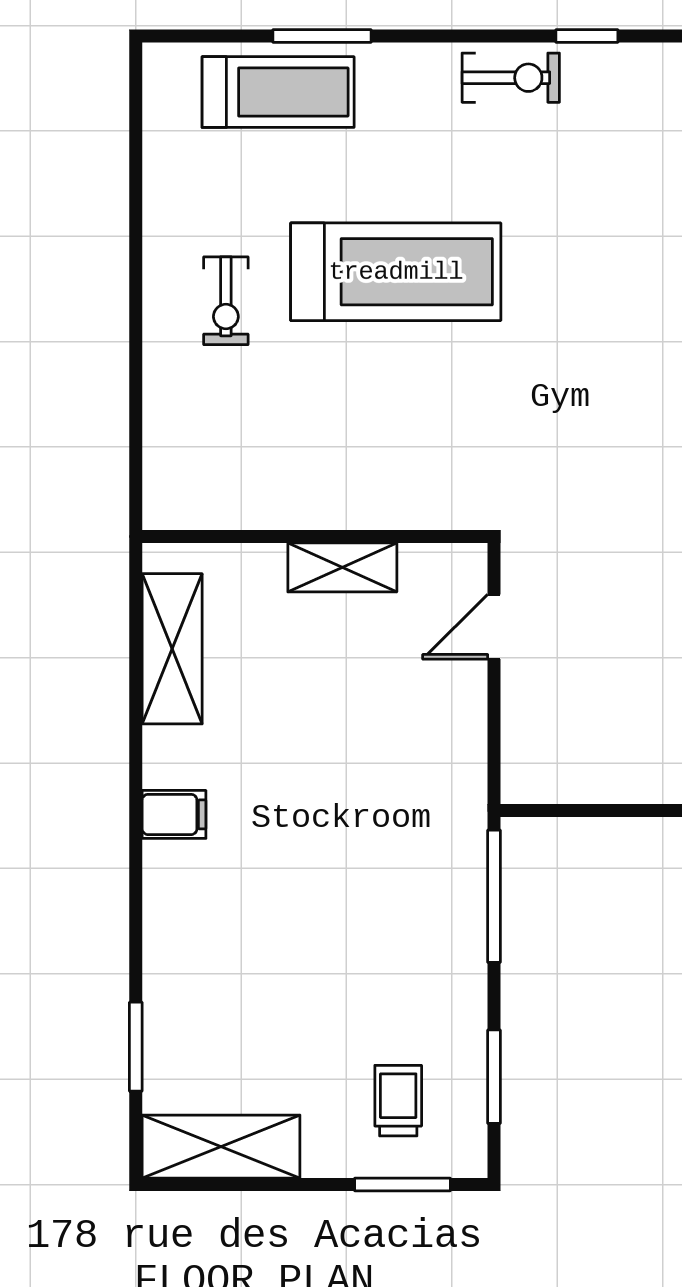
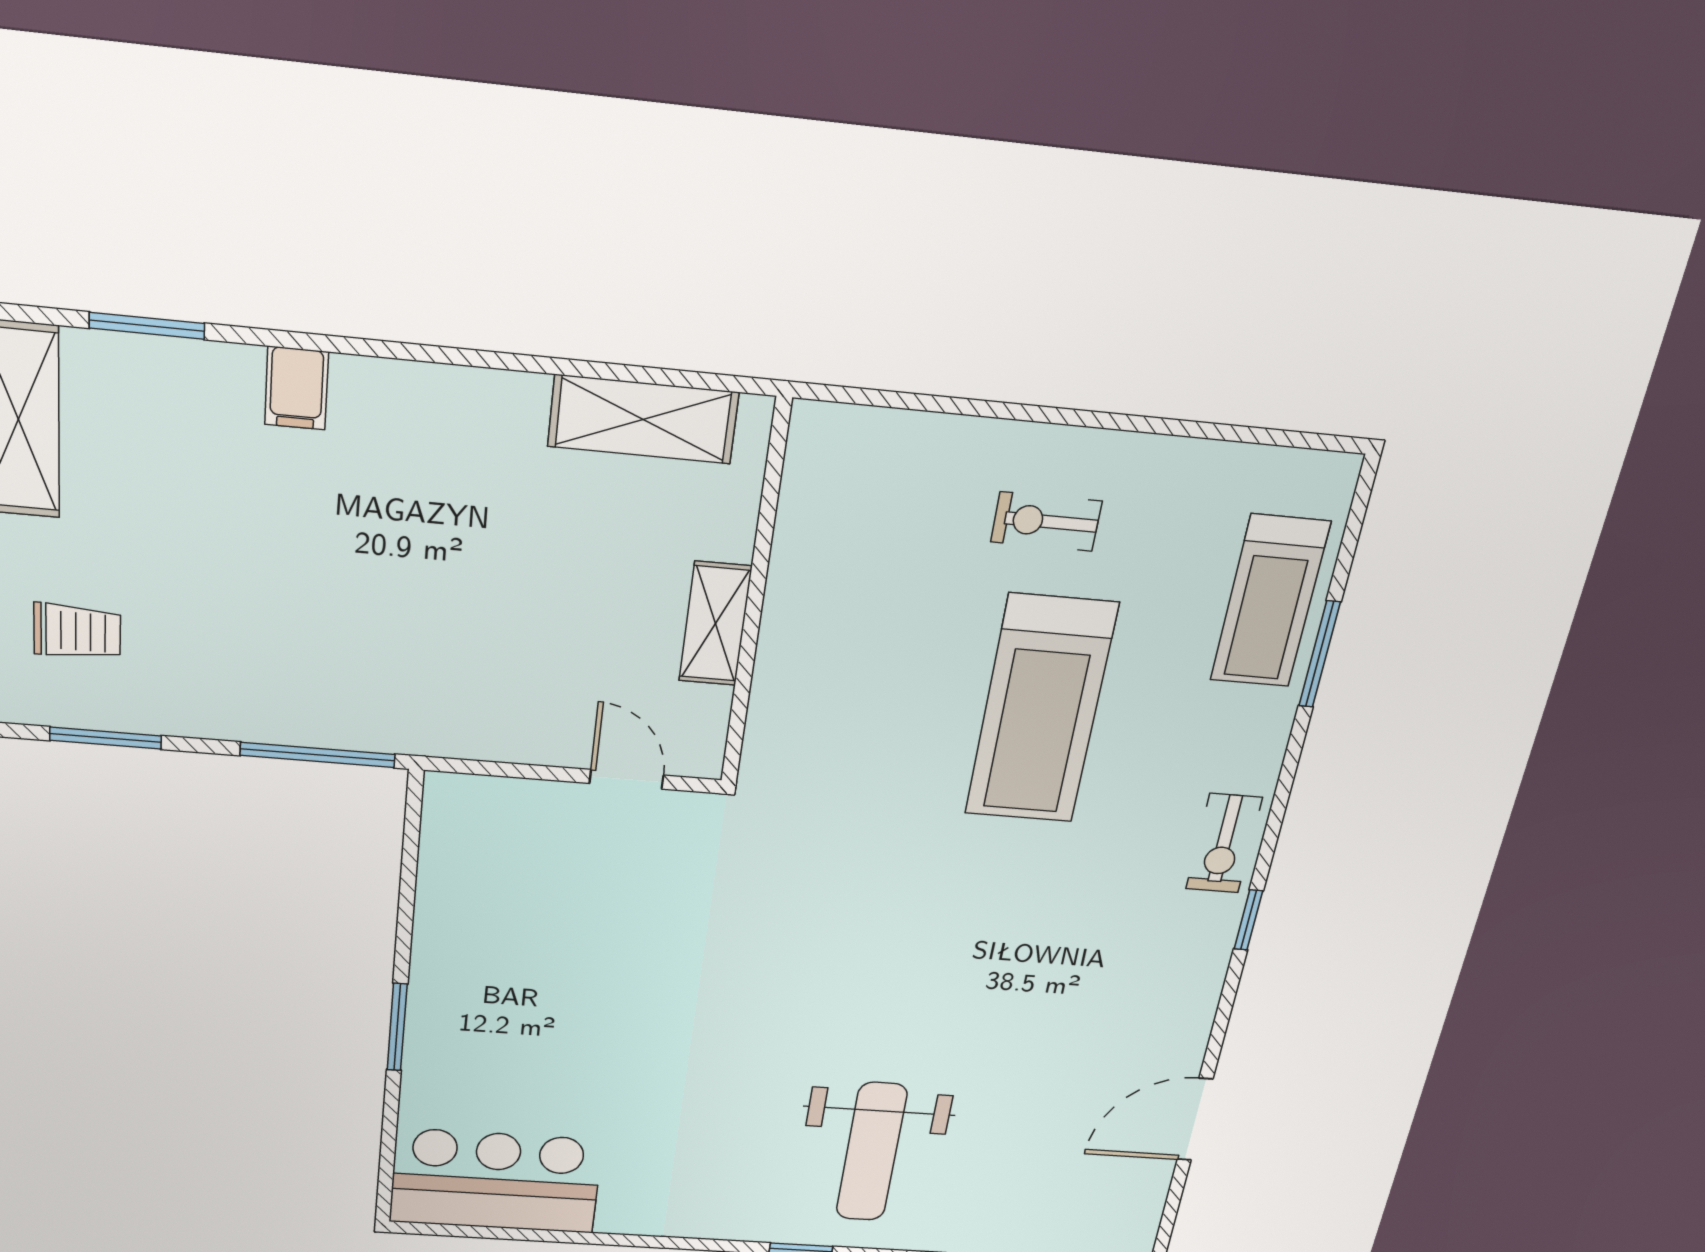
filing cabinet: (174, 814) -> (297, 388), moved

